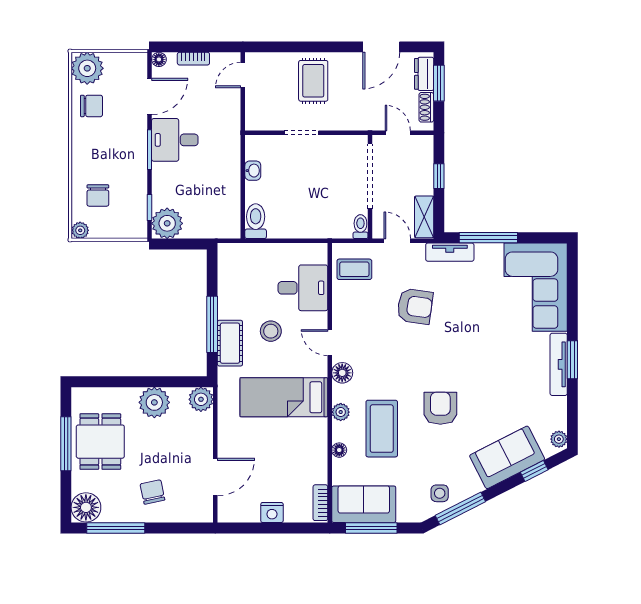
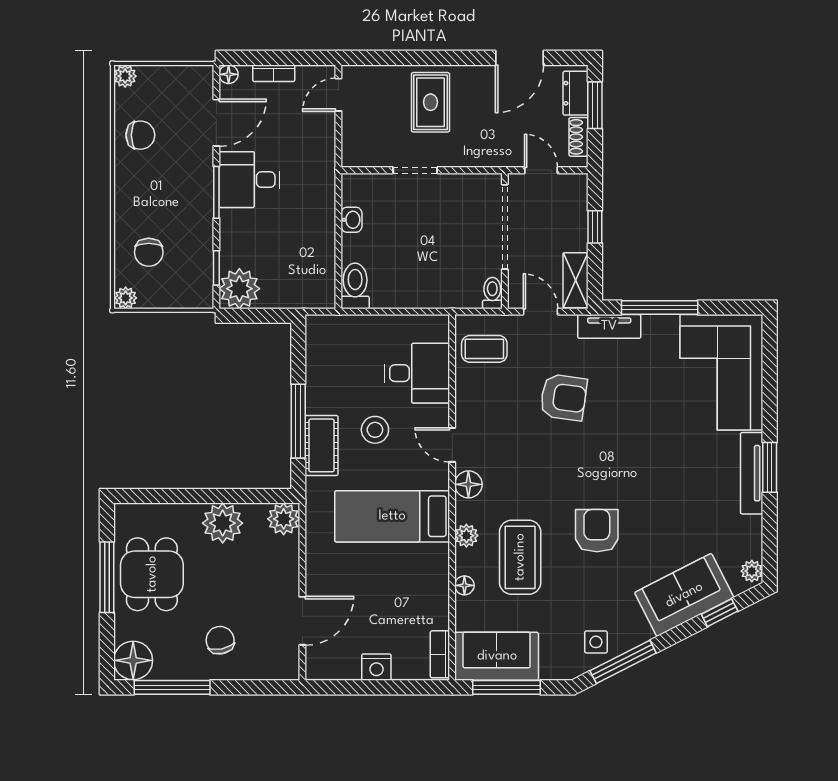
plant: (87, 68) -> (125, 76), width x0.53, depth x0.53

